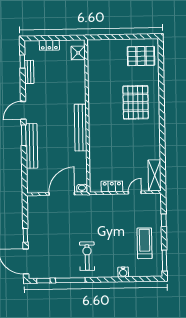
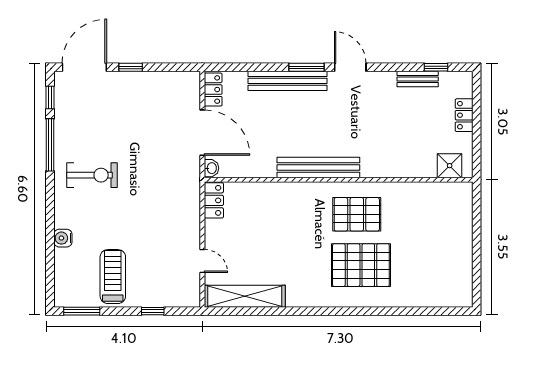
pallet: (141, 56) -> (357, 214), moved, turned 90
shelving: (155, 175) -> (245, 296), width x1.47
locker: (112, 186) -> (214, 200), moved
locker: (37, 188) -> (213, 90), added
treadmill: (145, 243) -> (113, 277), turned -90

